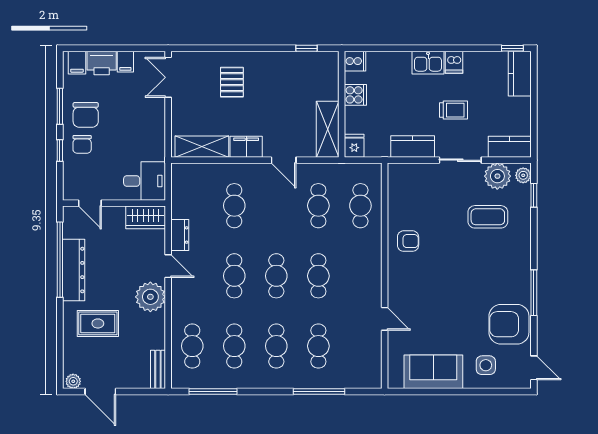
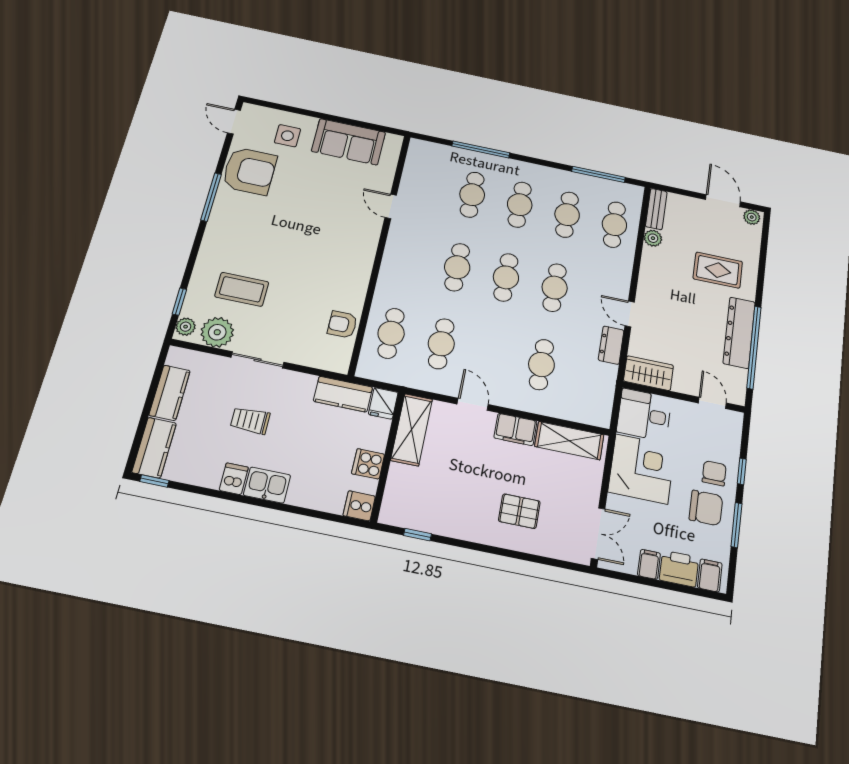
pallet: (232, 82) -> (519, 511), turned 90
chair: (86, 115) -> (706, 508), turned 90
corner desk: (141, 136) -> (642, 469), added
kitchen counter: (413, 146) -> (343, 394), moved
kitchen counter: (510, 147) -> (170, 393), moved, turned -90
armchair: (408, 241) -> (342, 324), moved
plant: (150, 297) -> (653, 238), moved, width x0.53, depth x0.53

